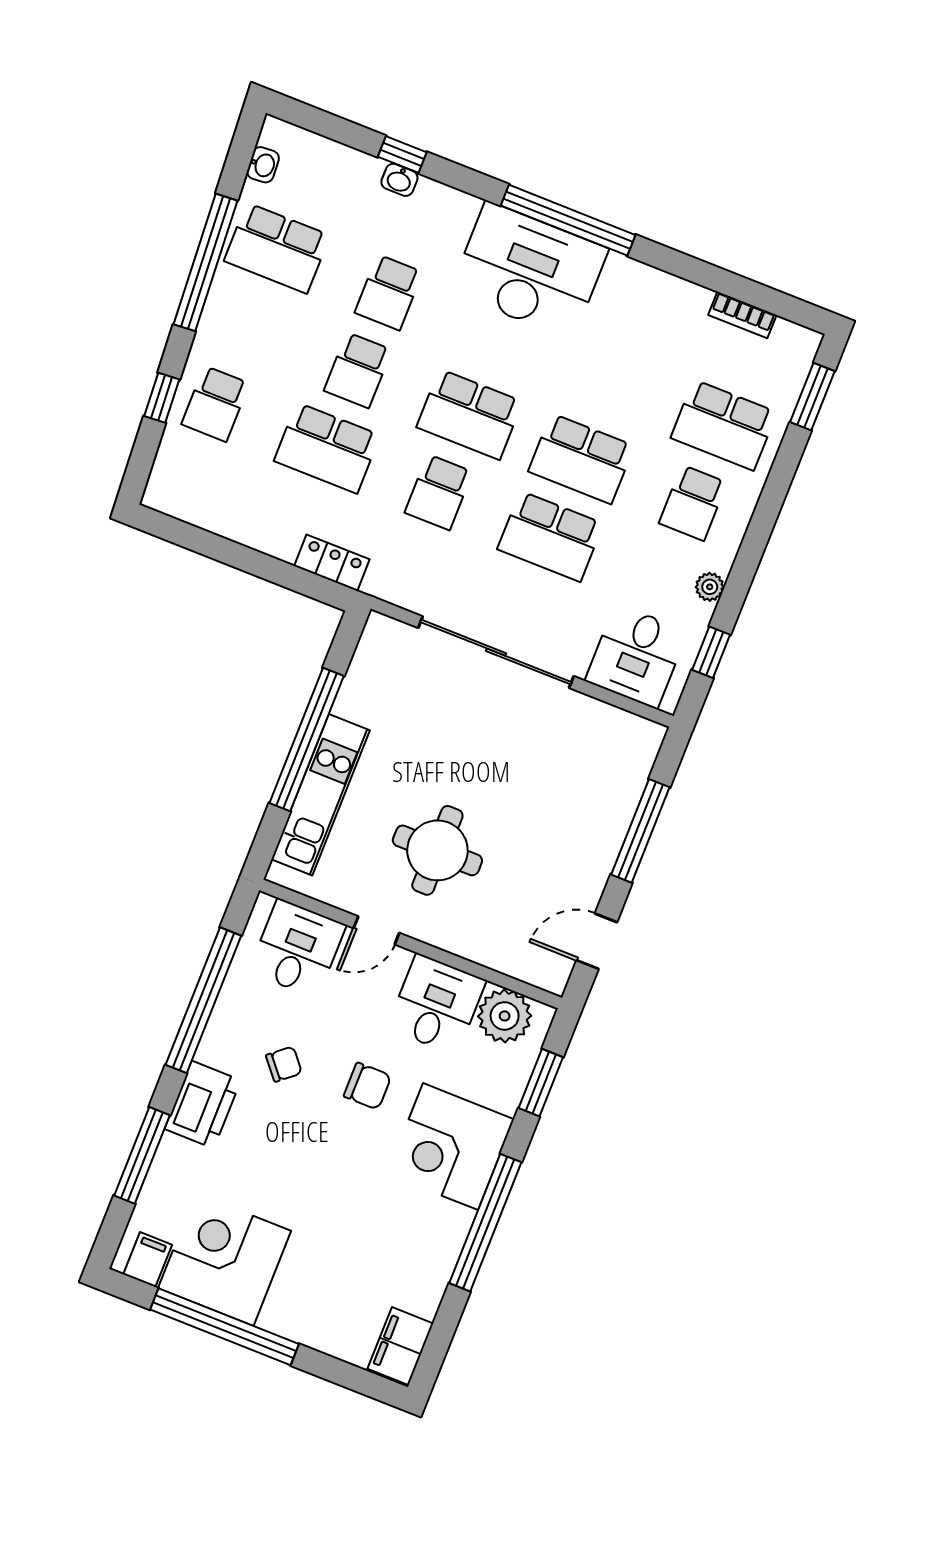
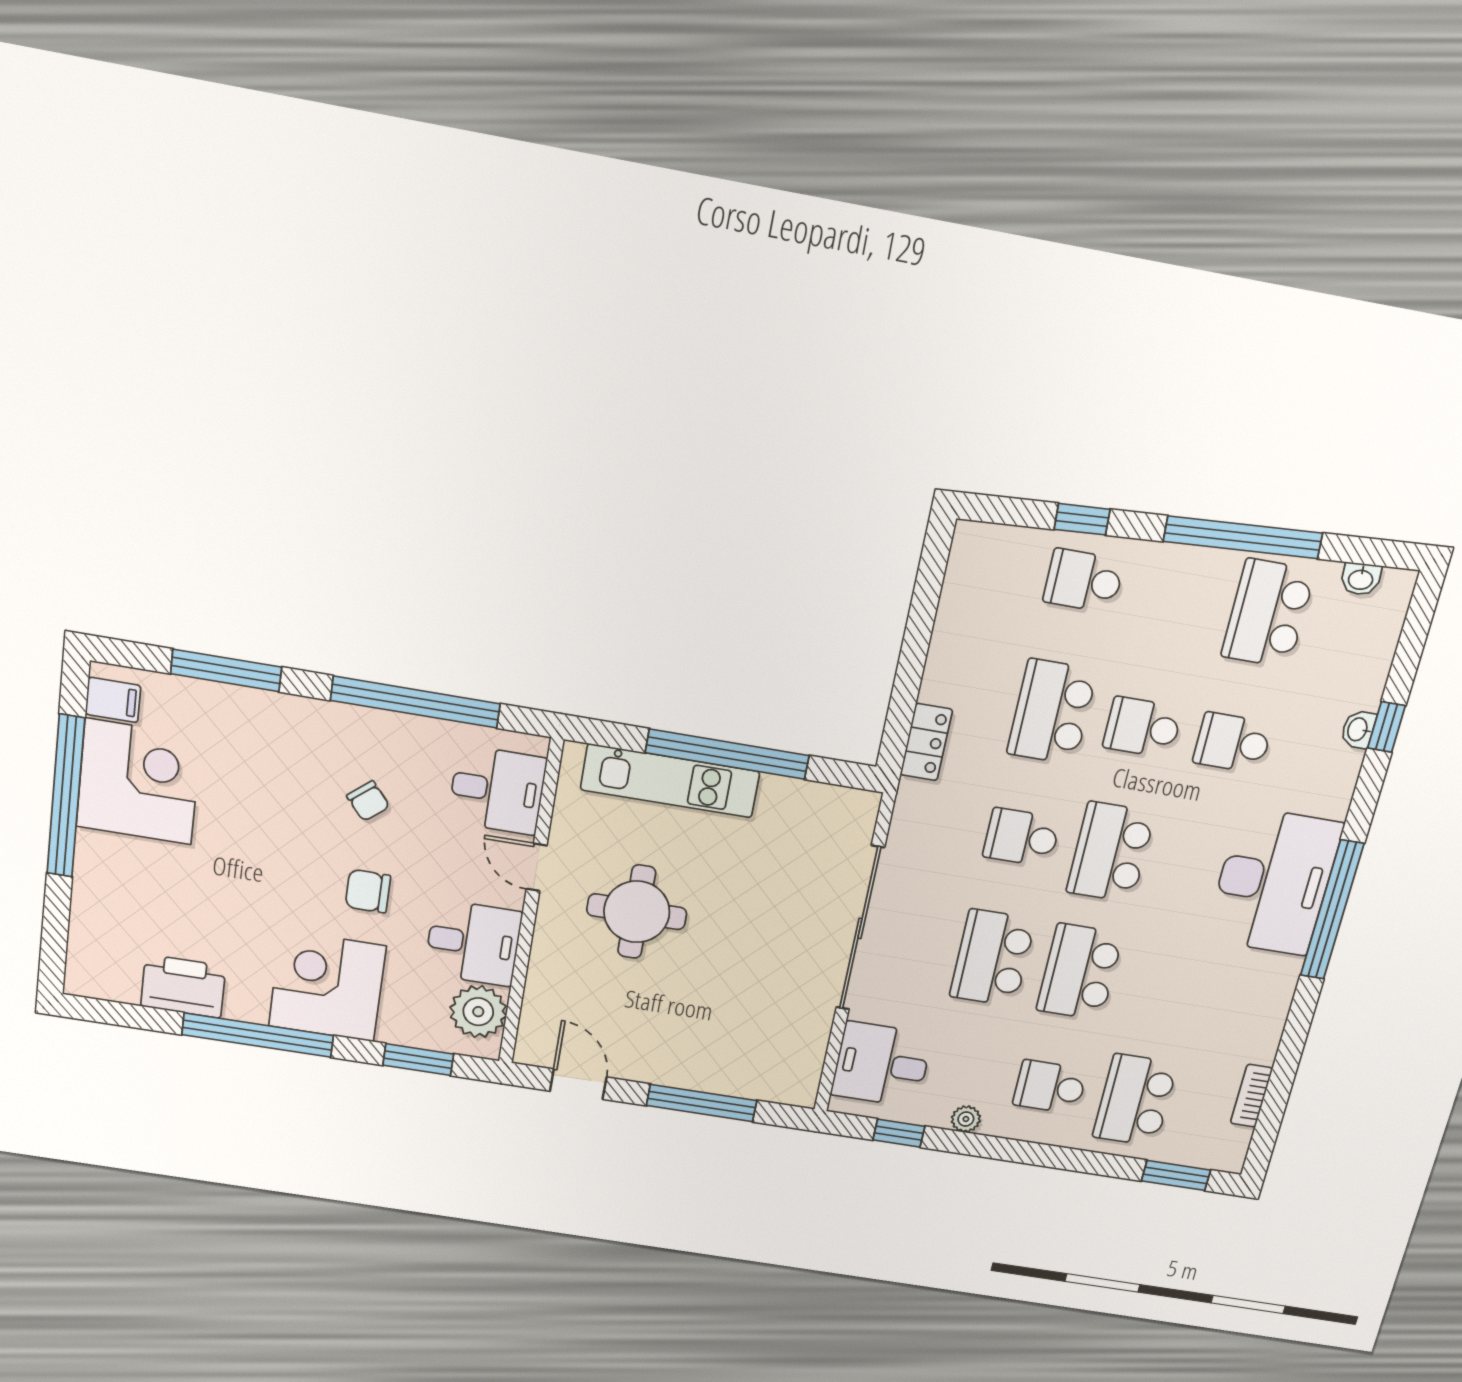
chair: (367, 1086) -> (368, 891), turned 90
printer: (203, 1105) -> (183, 986), moved, turned 180
filing cabinet: (400, 1346) -> (103, 978), removed

